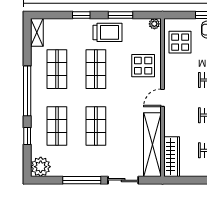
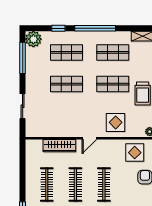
door: (162, 98) -> (89, 138), swing flipped
shelving: (152, 145) -> (51, 130), removed
wardrobe: (172, 157) -> (59, 146), moved
window: (82, 180) -> (23, 58), moved

